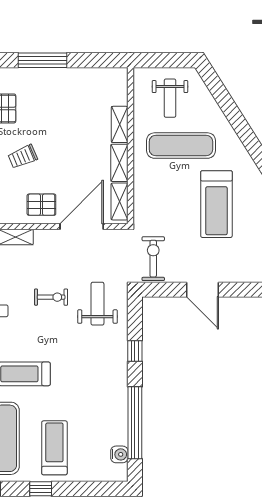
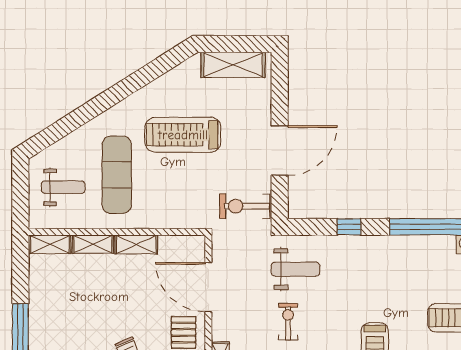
shelving: (119, 201) -> (50, 244), moved
treadmill: (216, 204) -> (183, 135), turned 180
door: (203, 290) -> (280, 150), width x1.36
weight bench: (97, 304) -> (295, 269), turned 180

